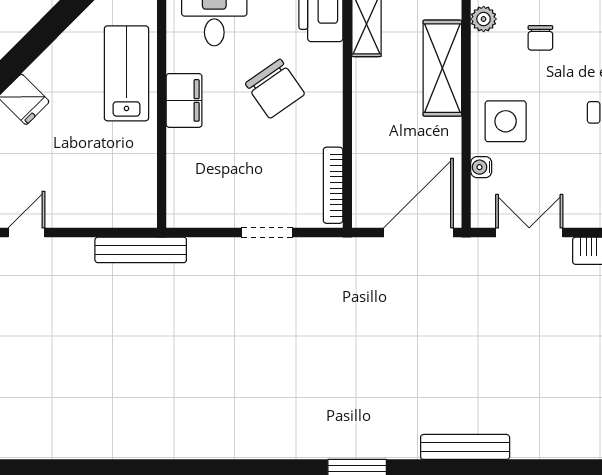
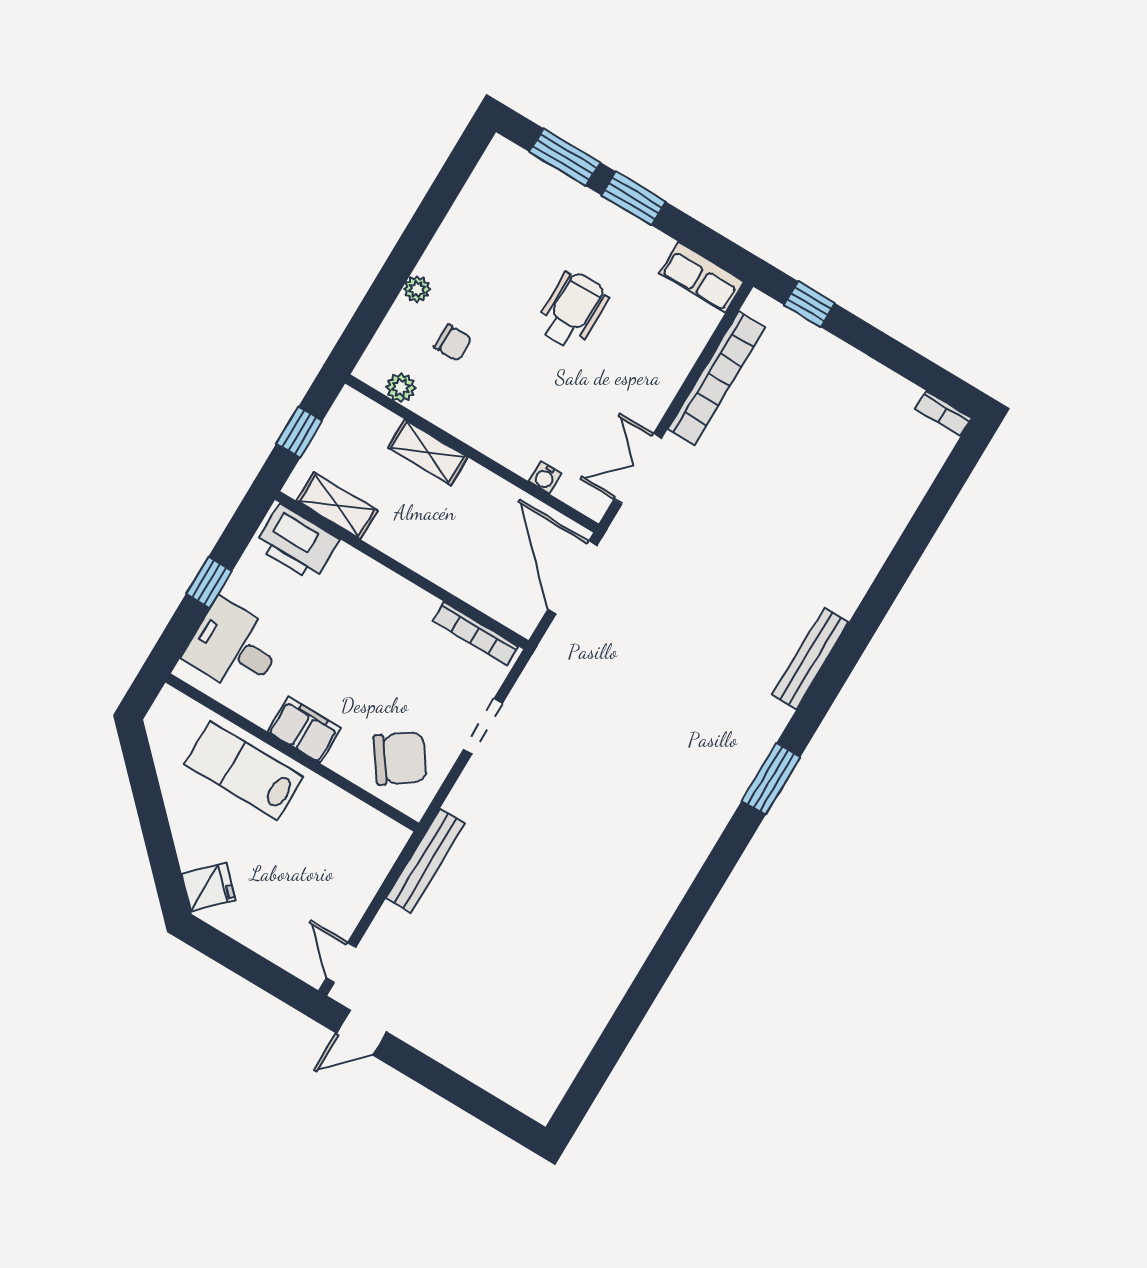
shelving: (442, 68) -> (428, 452), width x0.67, depth x0.75
chair: (275, 89) -> (400, 759), moved
side table: (506, 121) -> (514, 426), removed

